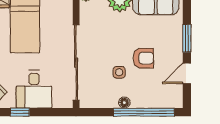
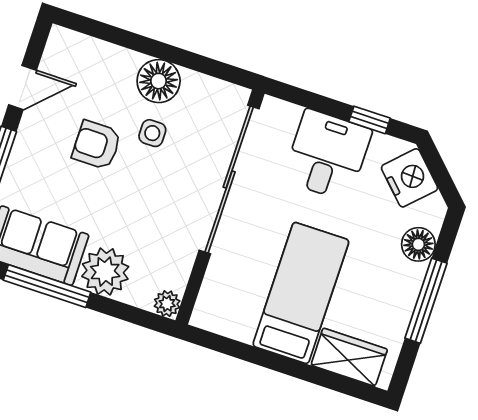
floor lamp: (124, 103) -> (159, 81), width x1.89, depth x1.89
window: (144, 112) -> (130, 40), removed

